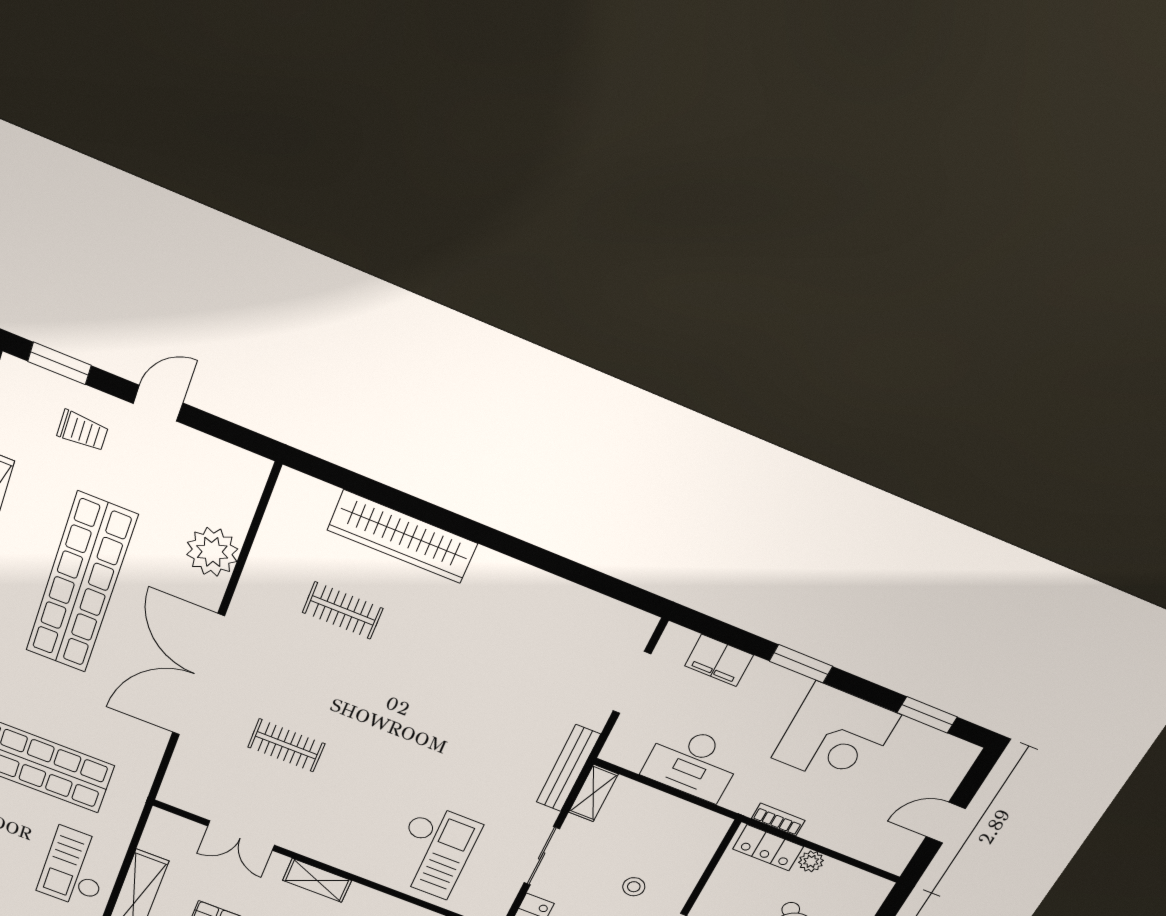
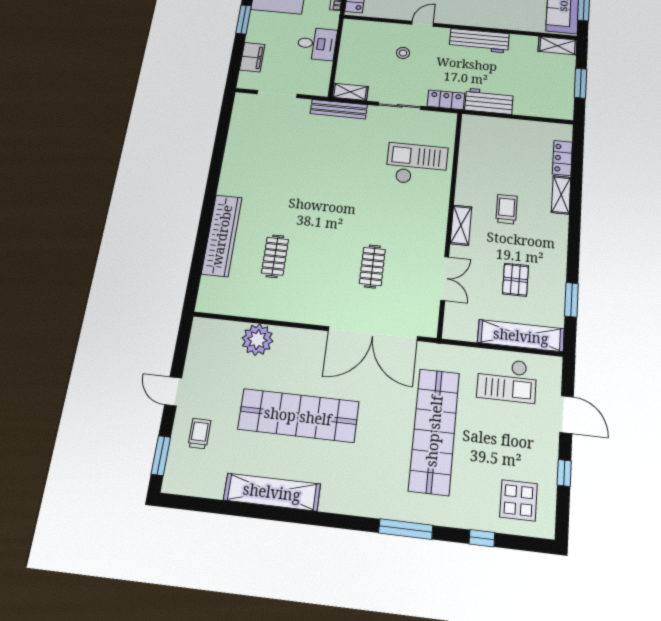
double door: (198, 675) -> (373, 334), moved
desk: (693, 763) -> (317, 44), width x0.73

